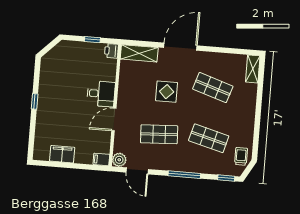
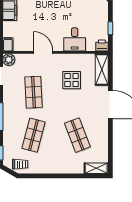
shop shelf: (213, 88) -> (77, 135), turned -39
display table: (167, 92) -> (72, 80), moved
desk: (101, 94) -> (75, 39), moved

